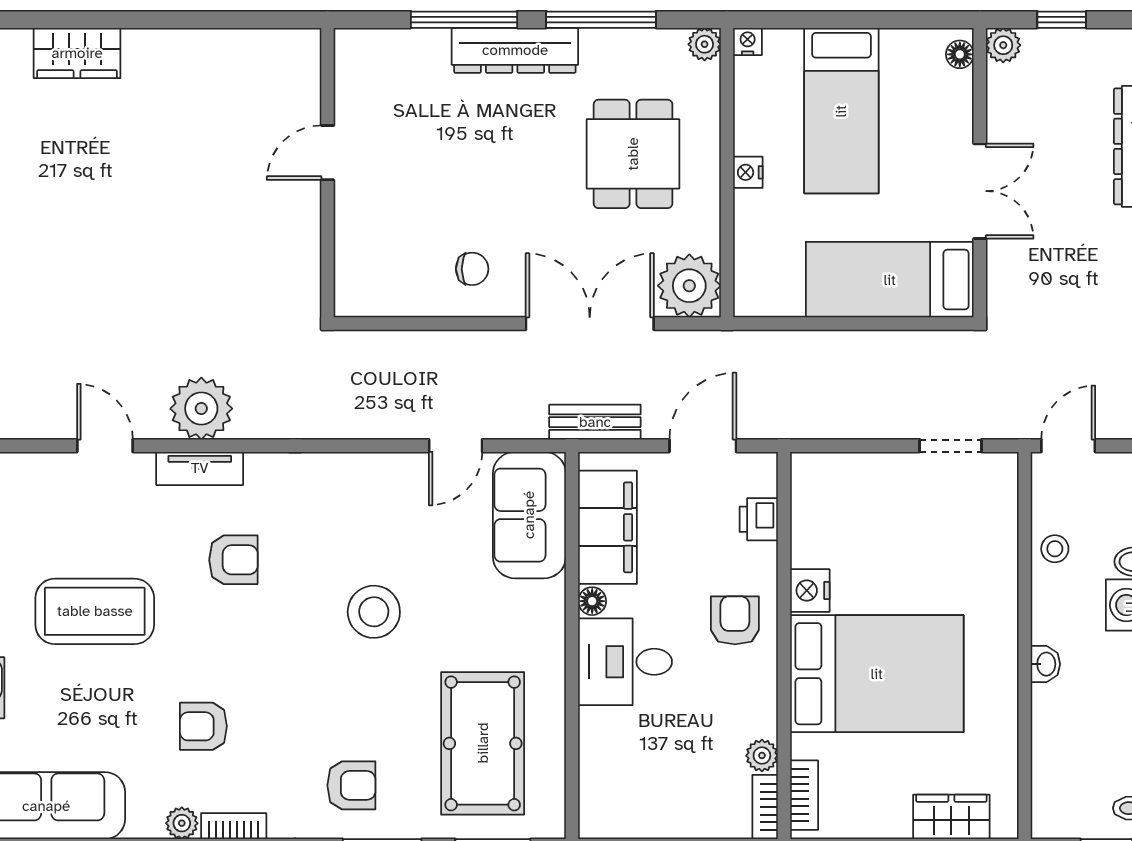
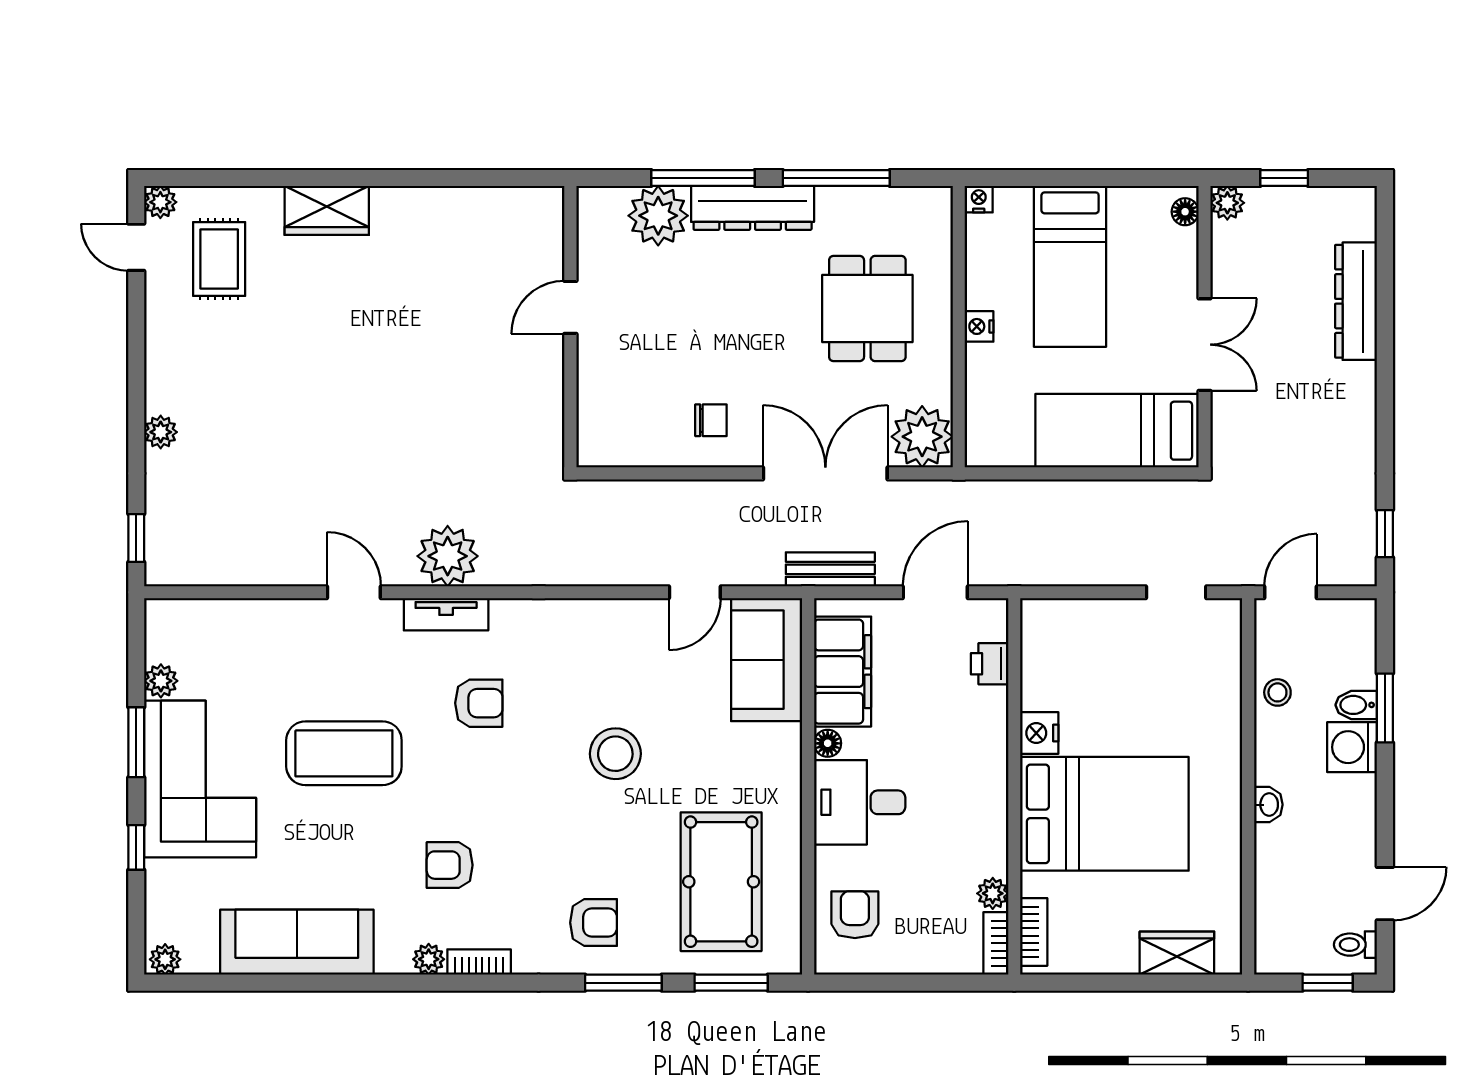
plant: (705, 44) -> (658, 216), moved, width x1.88, depth x1.88
armchair: (735, 620) -> (855, 915), moved

